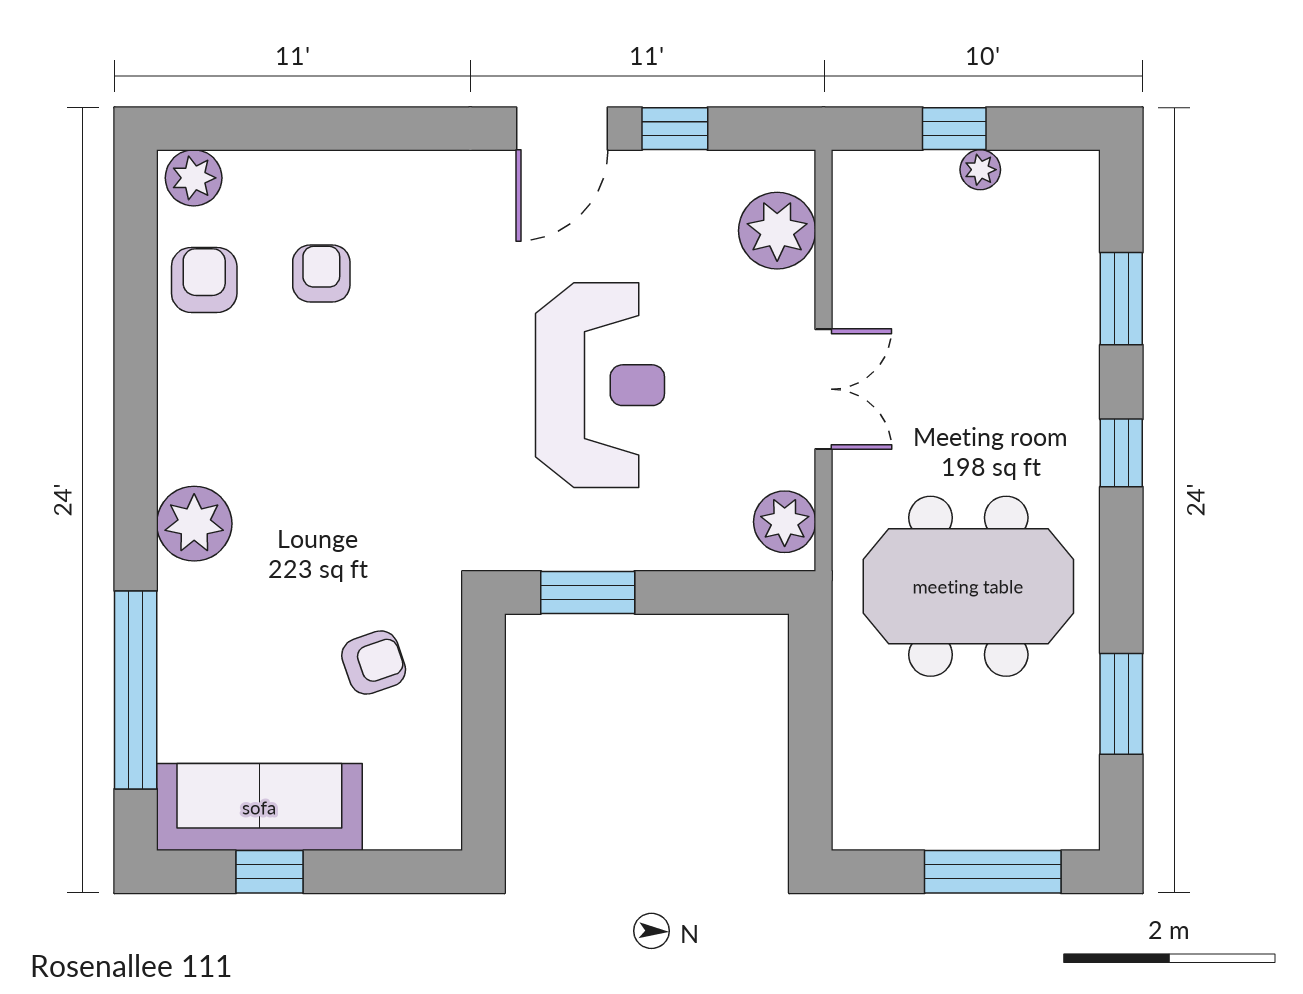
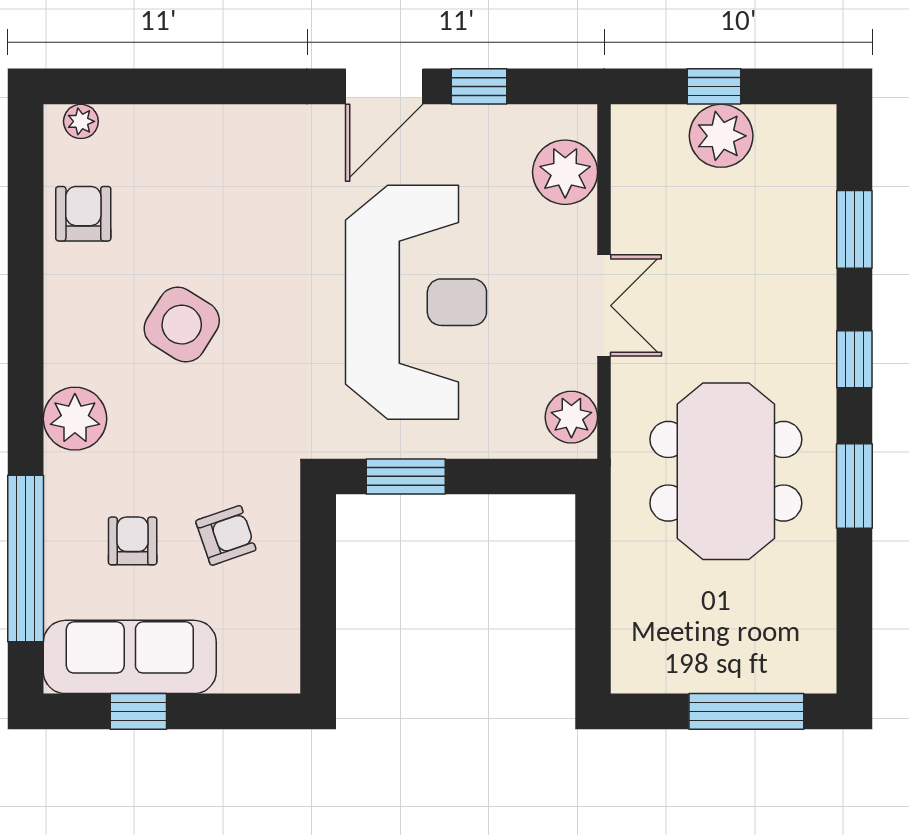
plant: (980, 170) -> (721, 136), width x1.88, depth x1.88
plant: (194, 178) -> (81, 121), width x0.73, depth x0.73
armchair: (321, 274) -> (133, 541), moved
reception desk: (600, 385) -> (416, 302), width x1.36, depth x1.30
side table: (321, 412) -> (182, 325), added
meeting table: (968, 586) -> (726, 471), turned 90
window: (1121, 704) -> (854, 486), moved

